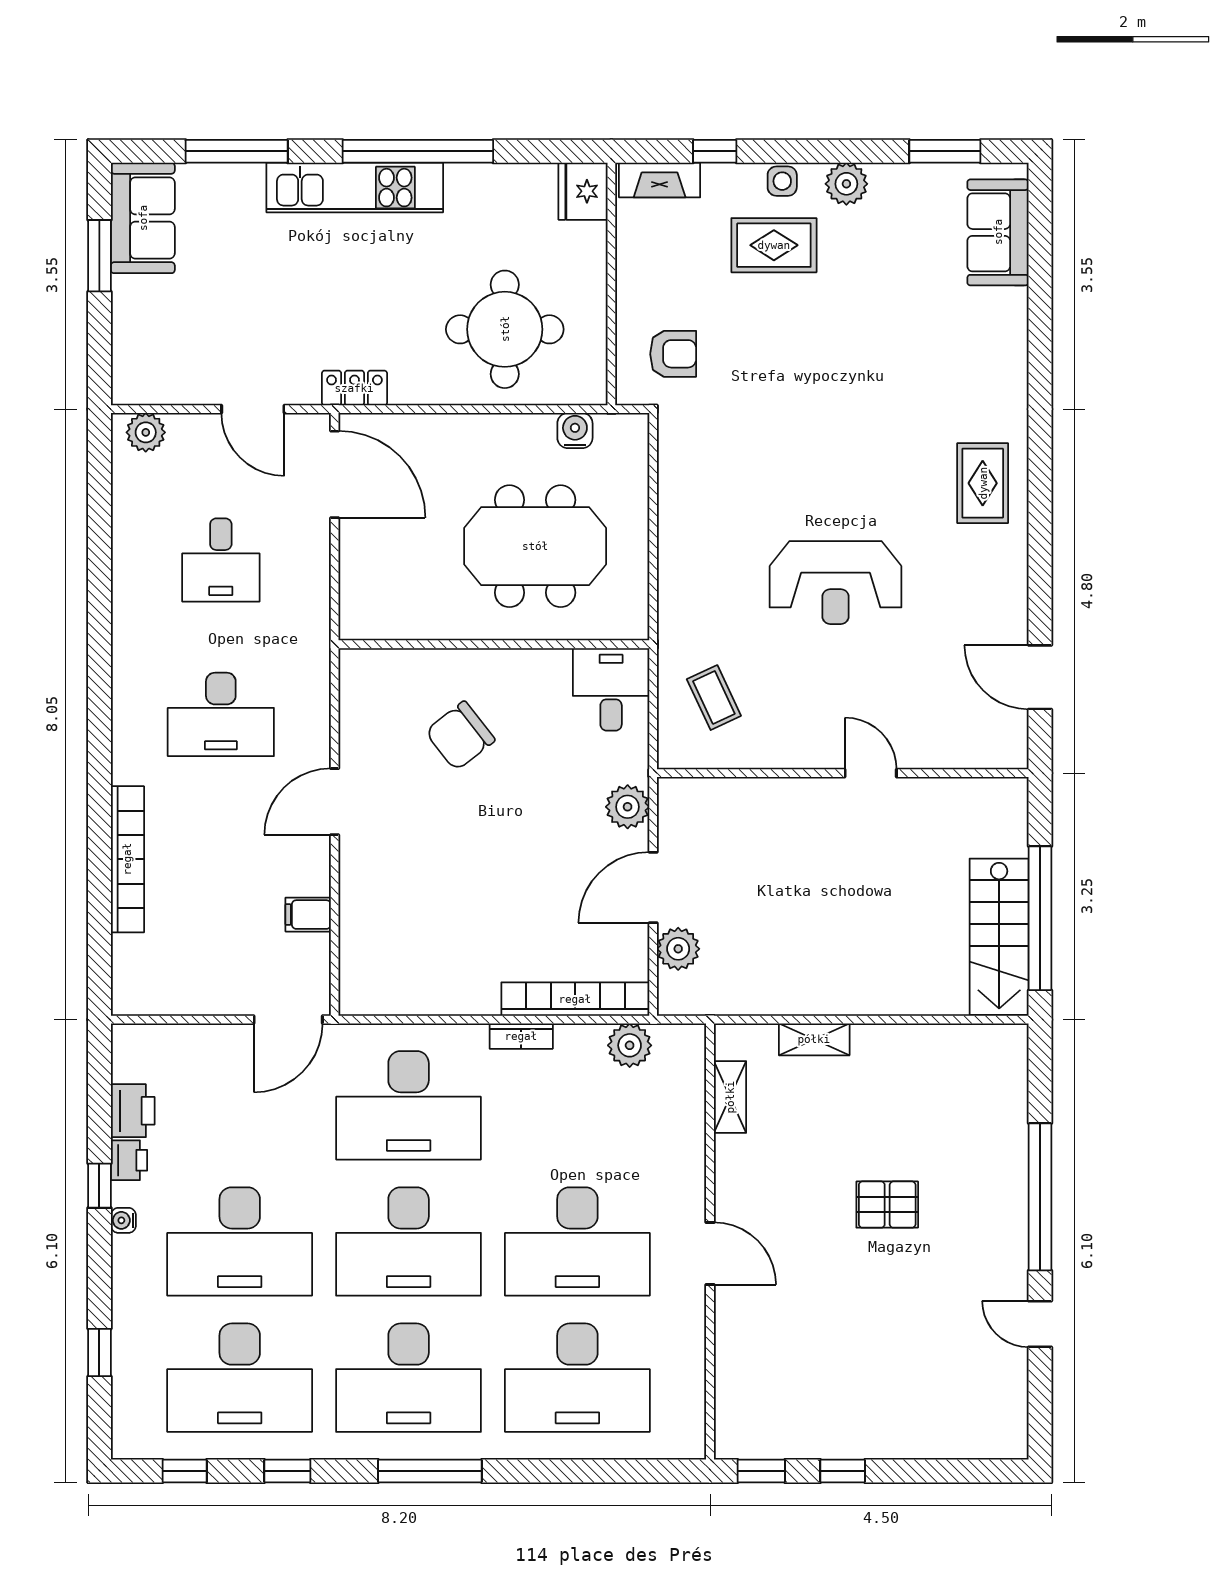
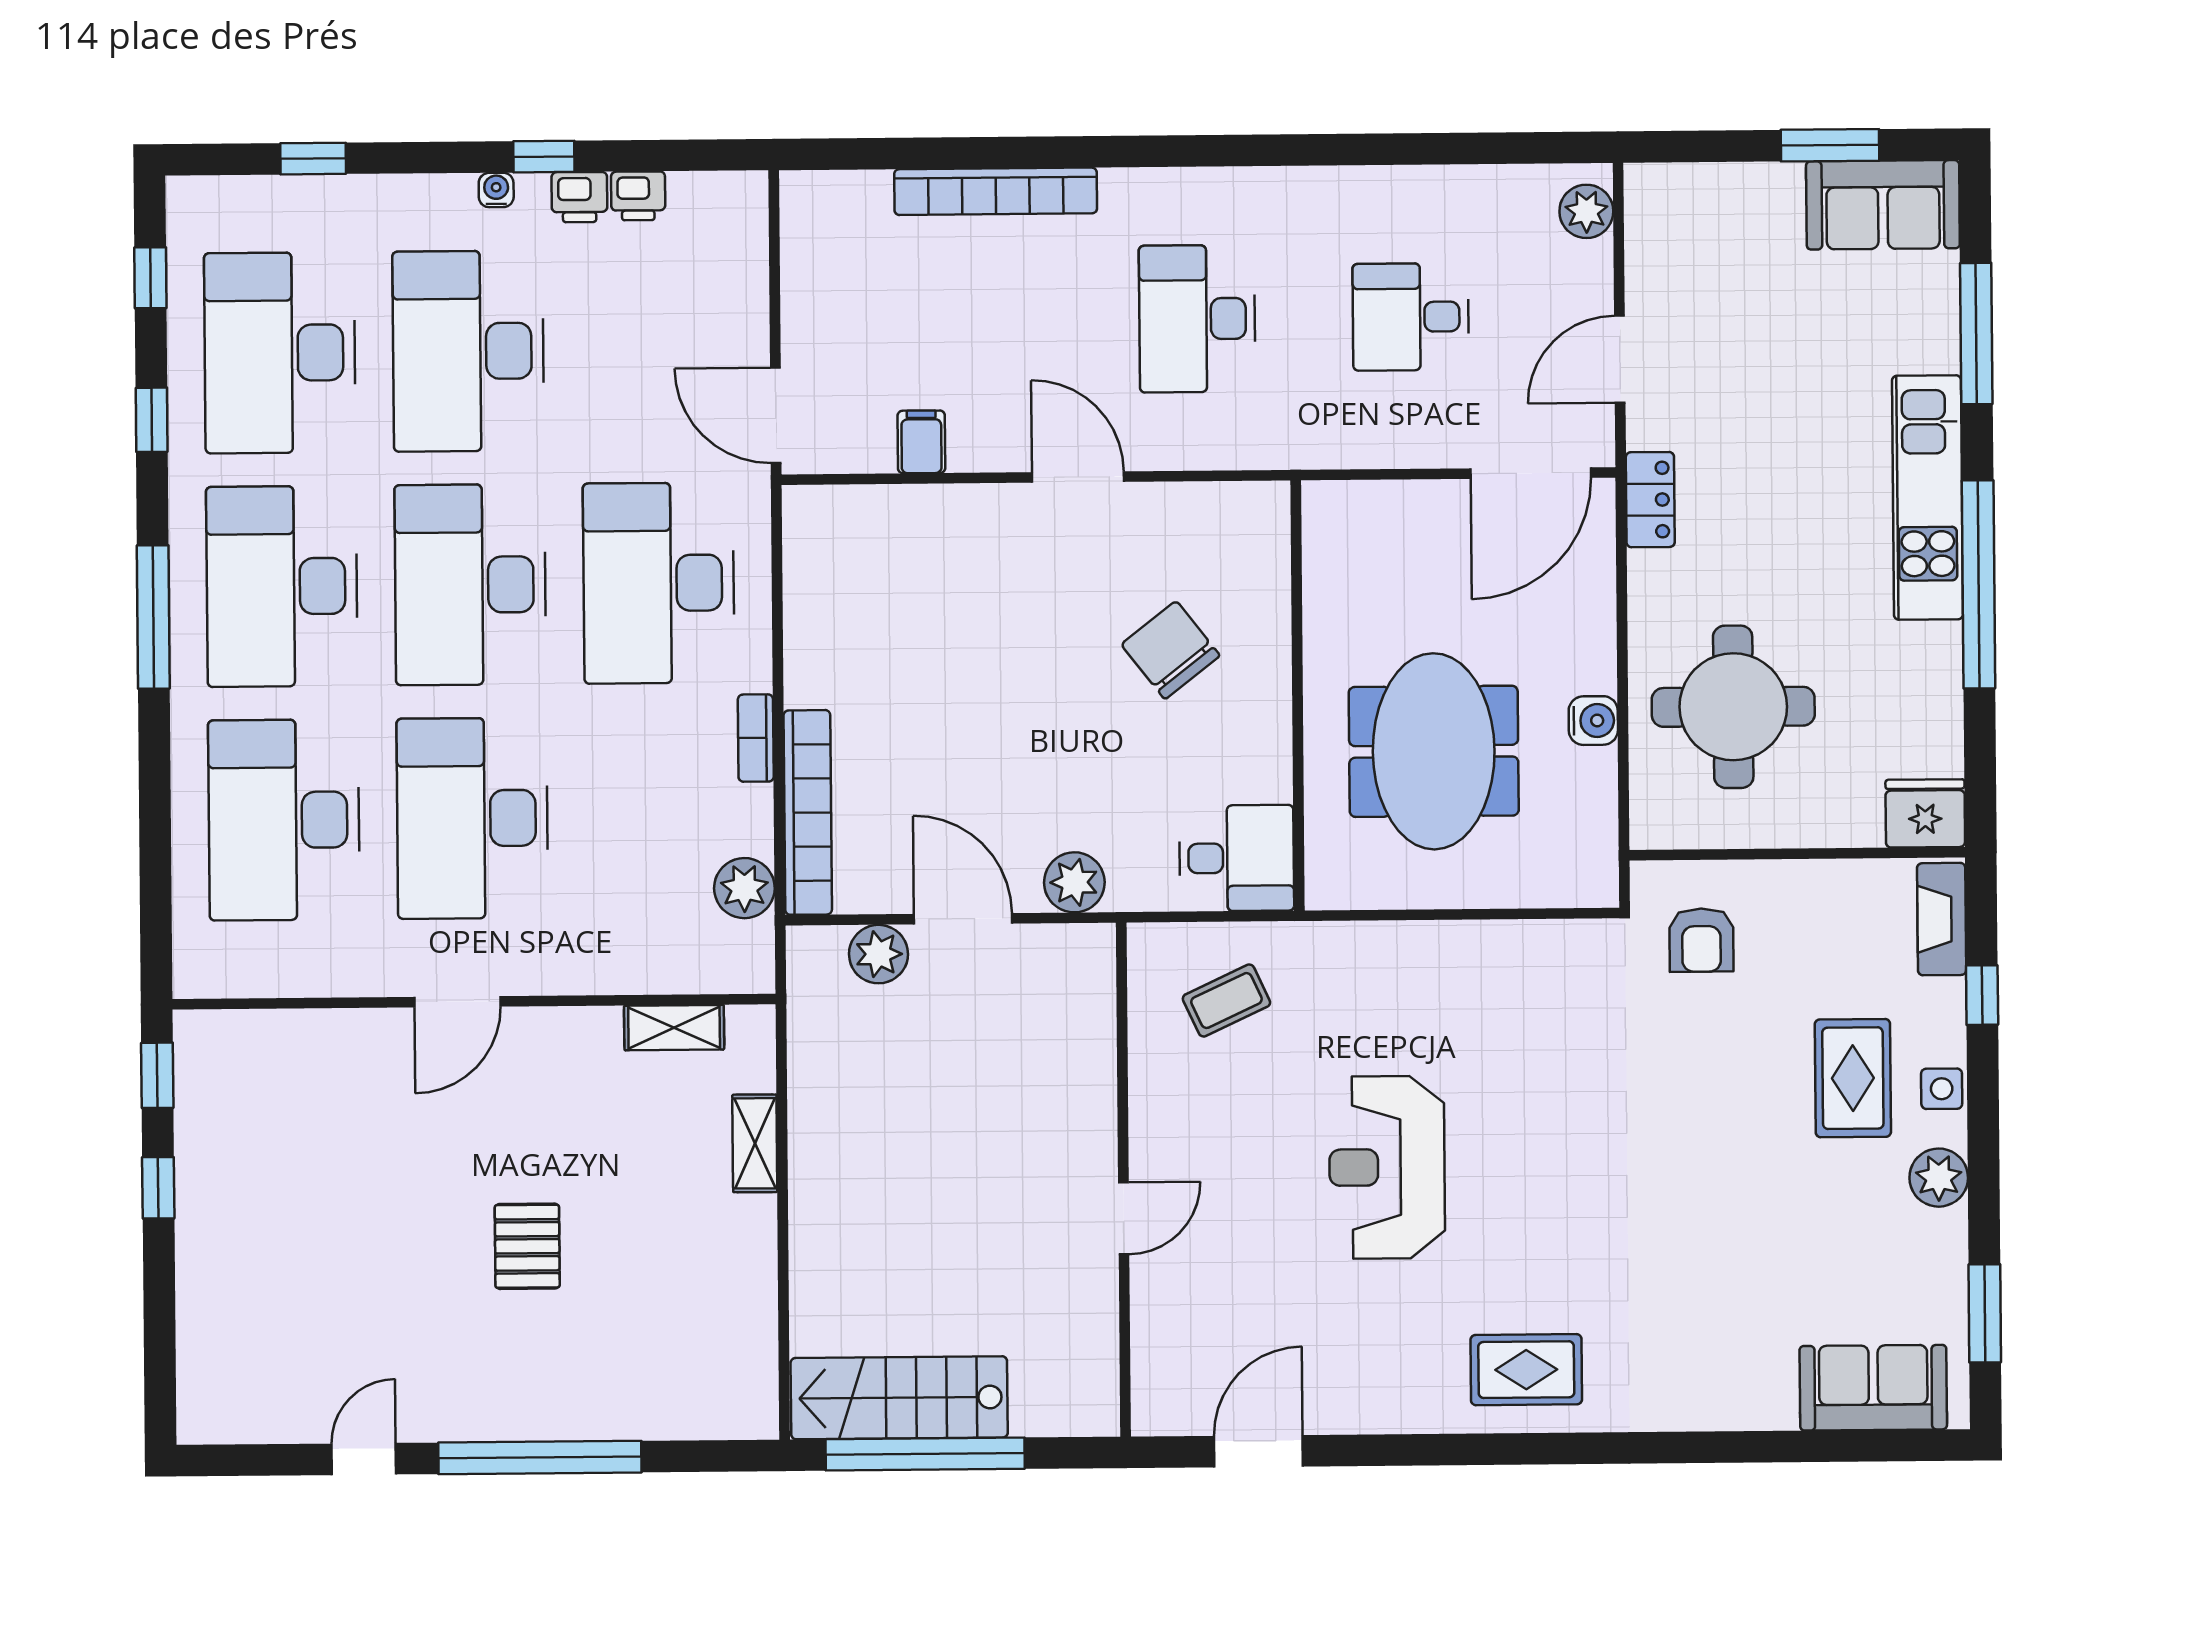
water cooler: (575, 431) -> (1593, 721), moved
printer: (133, 1111) -> (638, 196), width x0.73, depth x0.81

